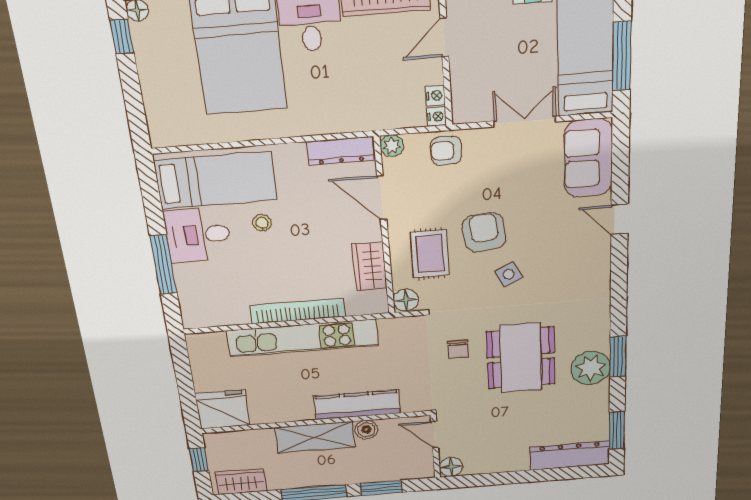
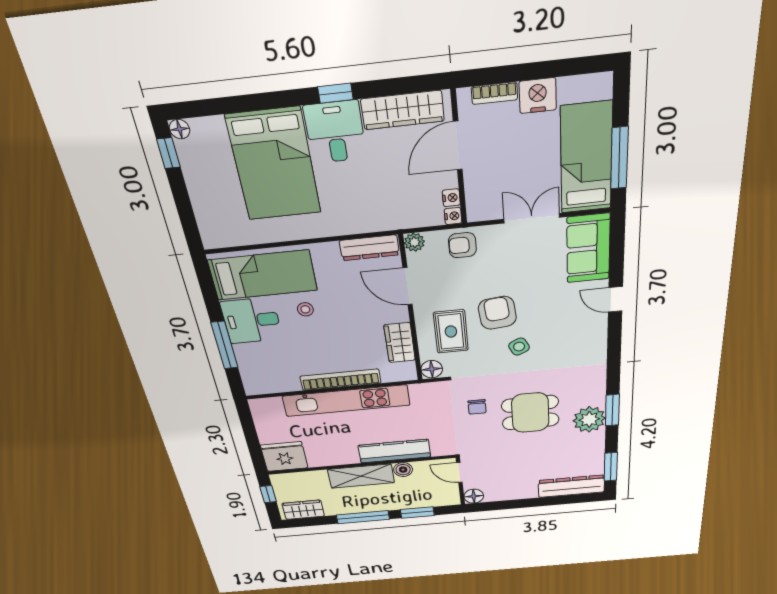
door: (444, 37) -> (458, 146), width x1.38
dining table: (521, 358) -> (530, 413), width x0.73

